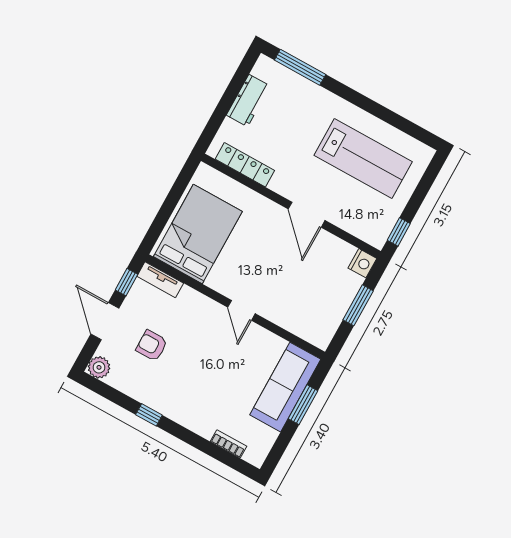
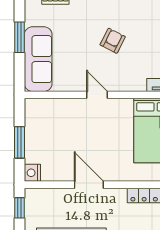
armchair: (152, 346) -> (113, 41), moved, turned -63
window: (303, 405) -> (19, 37), moved

